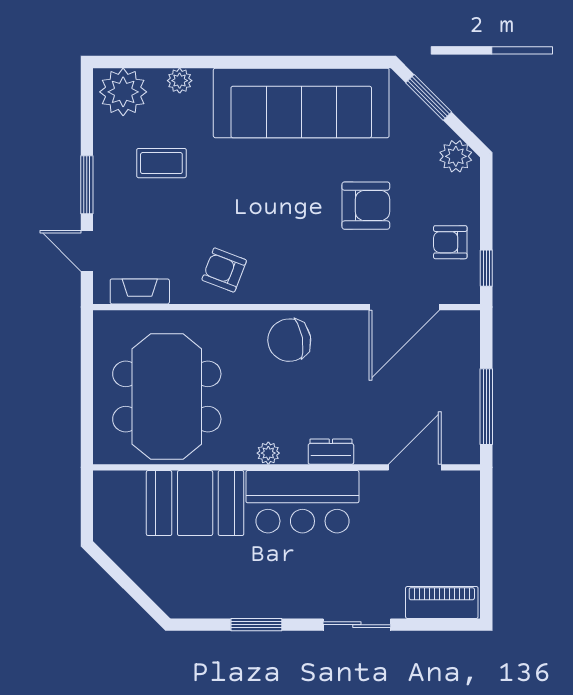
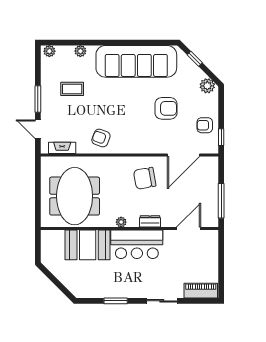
plant: (123, 92) -> (49, 51), width x0.53, depth x0.53
window: (429, 97) -> (195, 59), width x0.67
chair: (289, 340) -> (145, 178), moved

